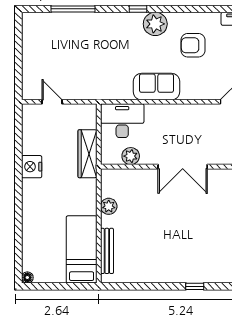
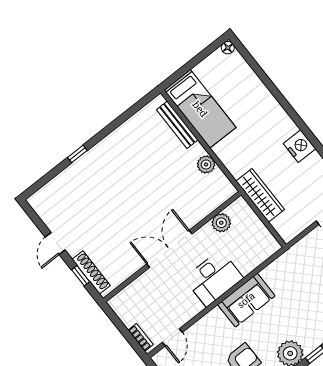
desk: (122, 121) -> (214, 278), moved

